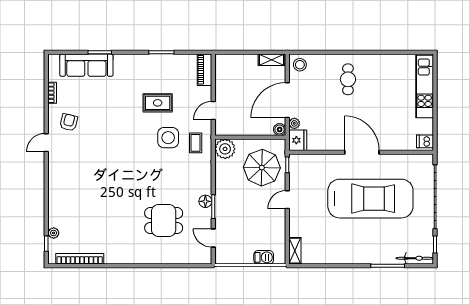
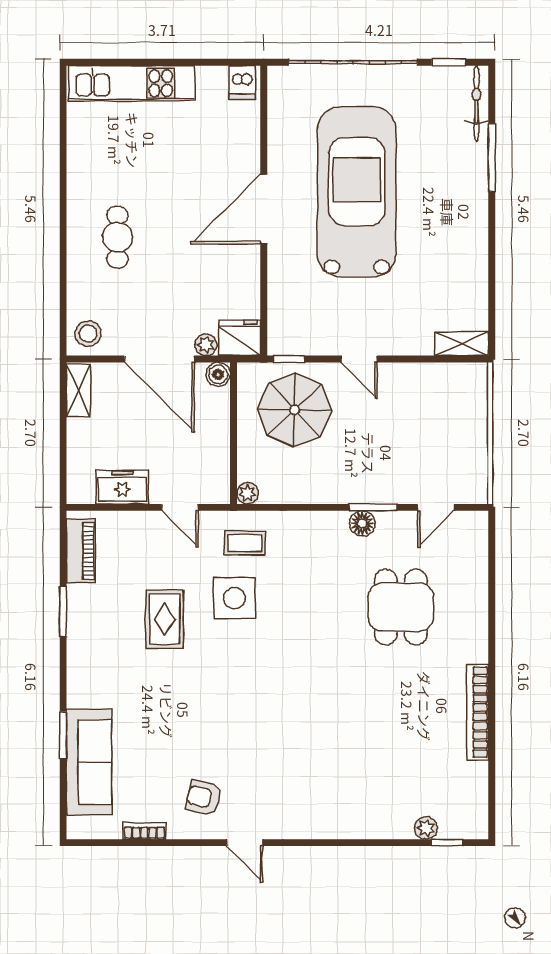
piano: (205, 70) -> (81, 551), moved, turned -90
cafe table: (348, 79) -> (117, 237), turned 90
freezer: (223, 82) -> (122, 487), added
plant: (225, 149) -> (248, 493), width x0.53, depth x0.53
barbecue: (264, 257) -> (475, 406), removed
bookcase: (80, 259) -> (478, 712), moved

